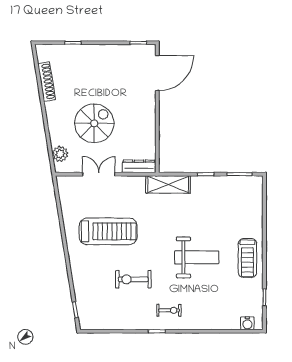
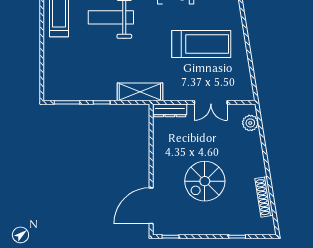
spiral stairs: (94, 123) -> (205, 181), moved
treadmill: (108, 231) -> (201, 44), turned 180

